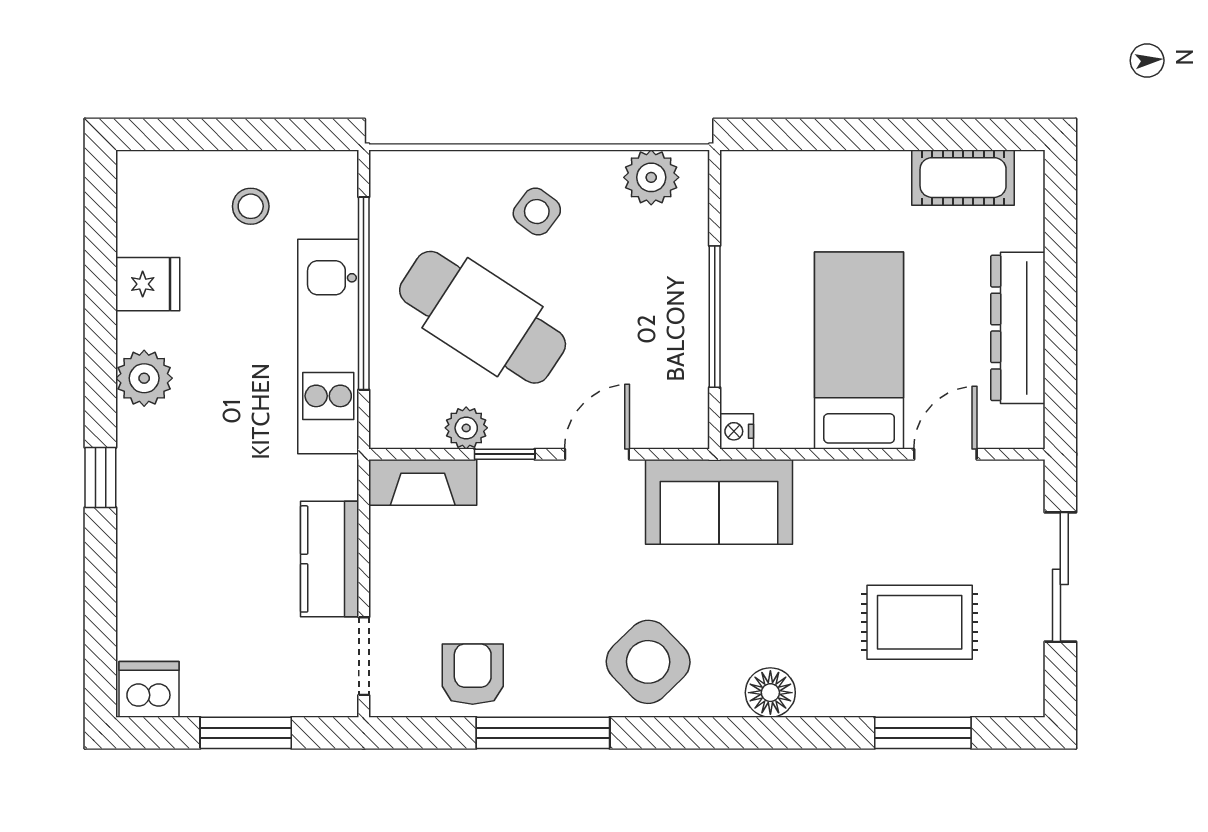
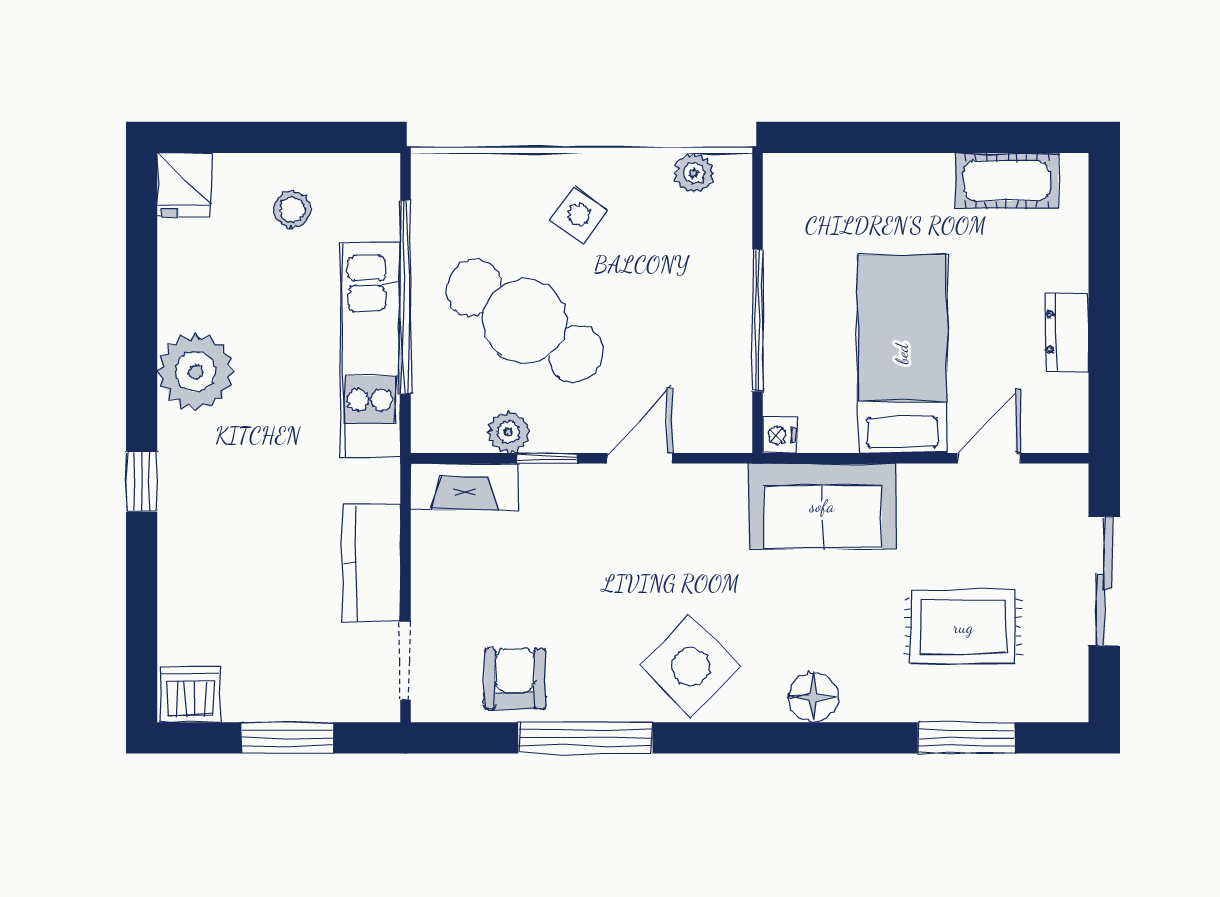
plant: (651, 177) -> (694, 173), width x0.73, depth x0.73
fridge: (148, 284) -> (184, 185), moved, turned 90
dresser: (1018, 328) -> (1067, 332), width x0.51, depth x0.80
plant: (144, 378) -> (196, 372), width x1.36, depth x1.36
sofa: (719, 502) -> (822, 506), moved

